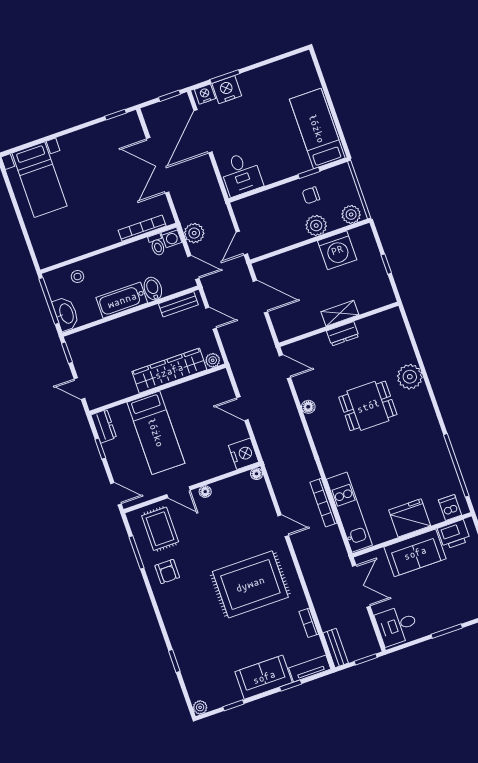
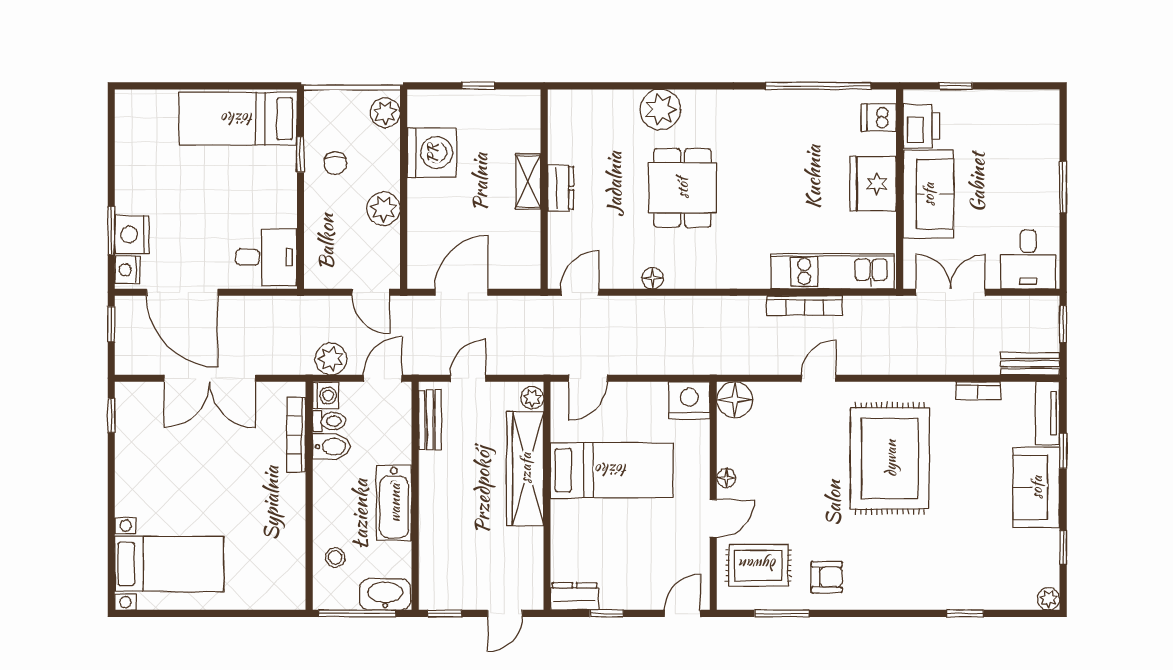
plant: (316, 226) -> (384, 209), moved
bidet: (153, 289) -> (331, 447), moved, turned 180
door: (242, 409) -> (588, 378), moved
bed: (156, 433) -> (612, 470), moved
floor lamp: (257, 474) -> (735, 400), width x1.89, depth x1.89

